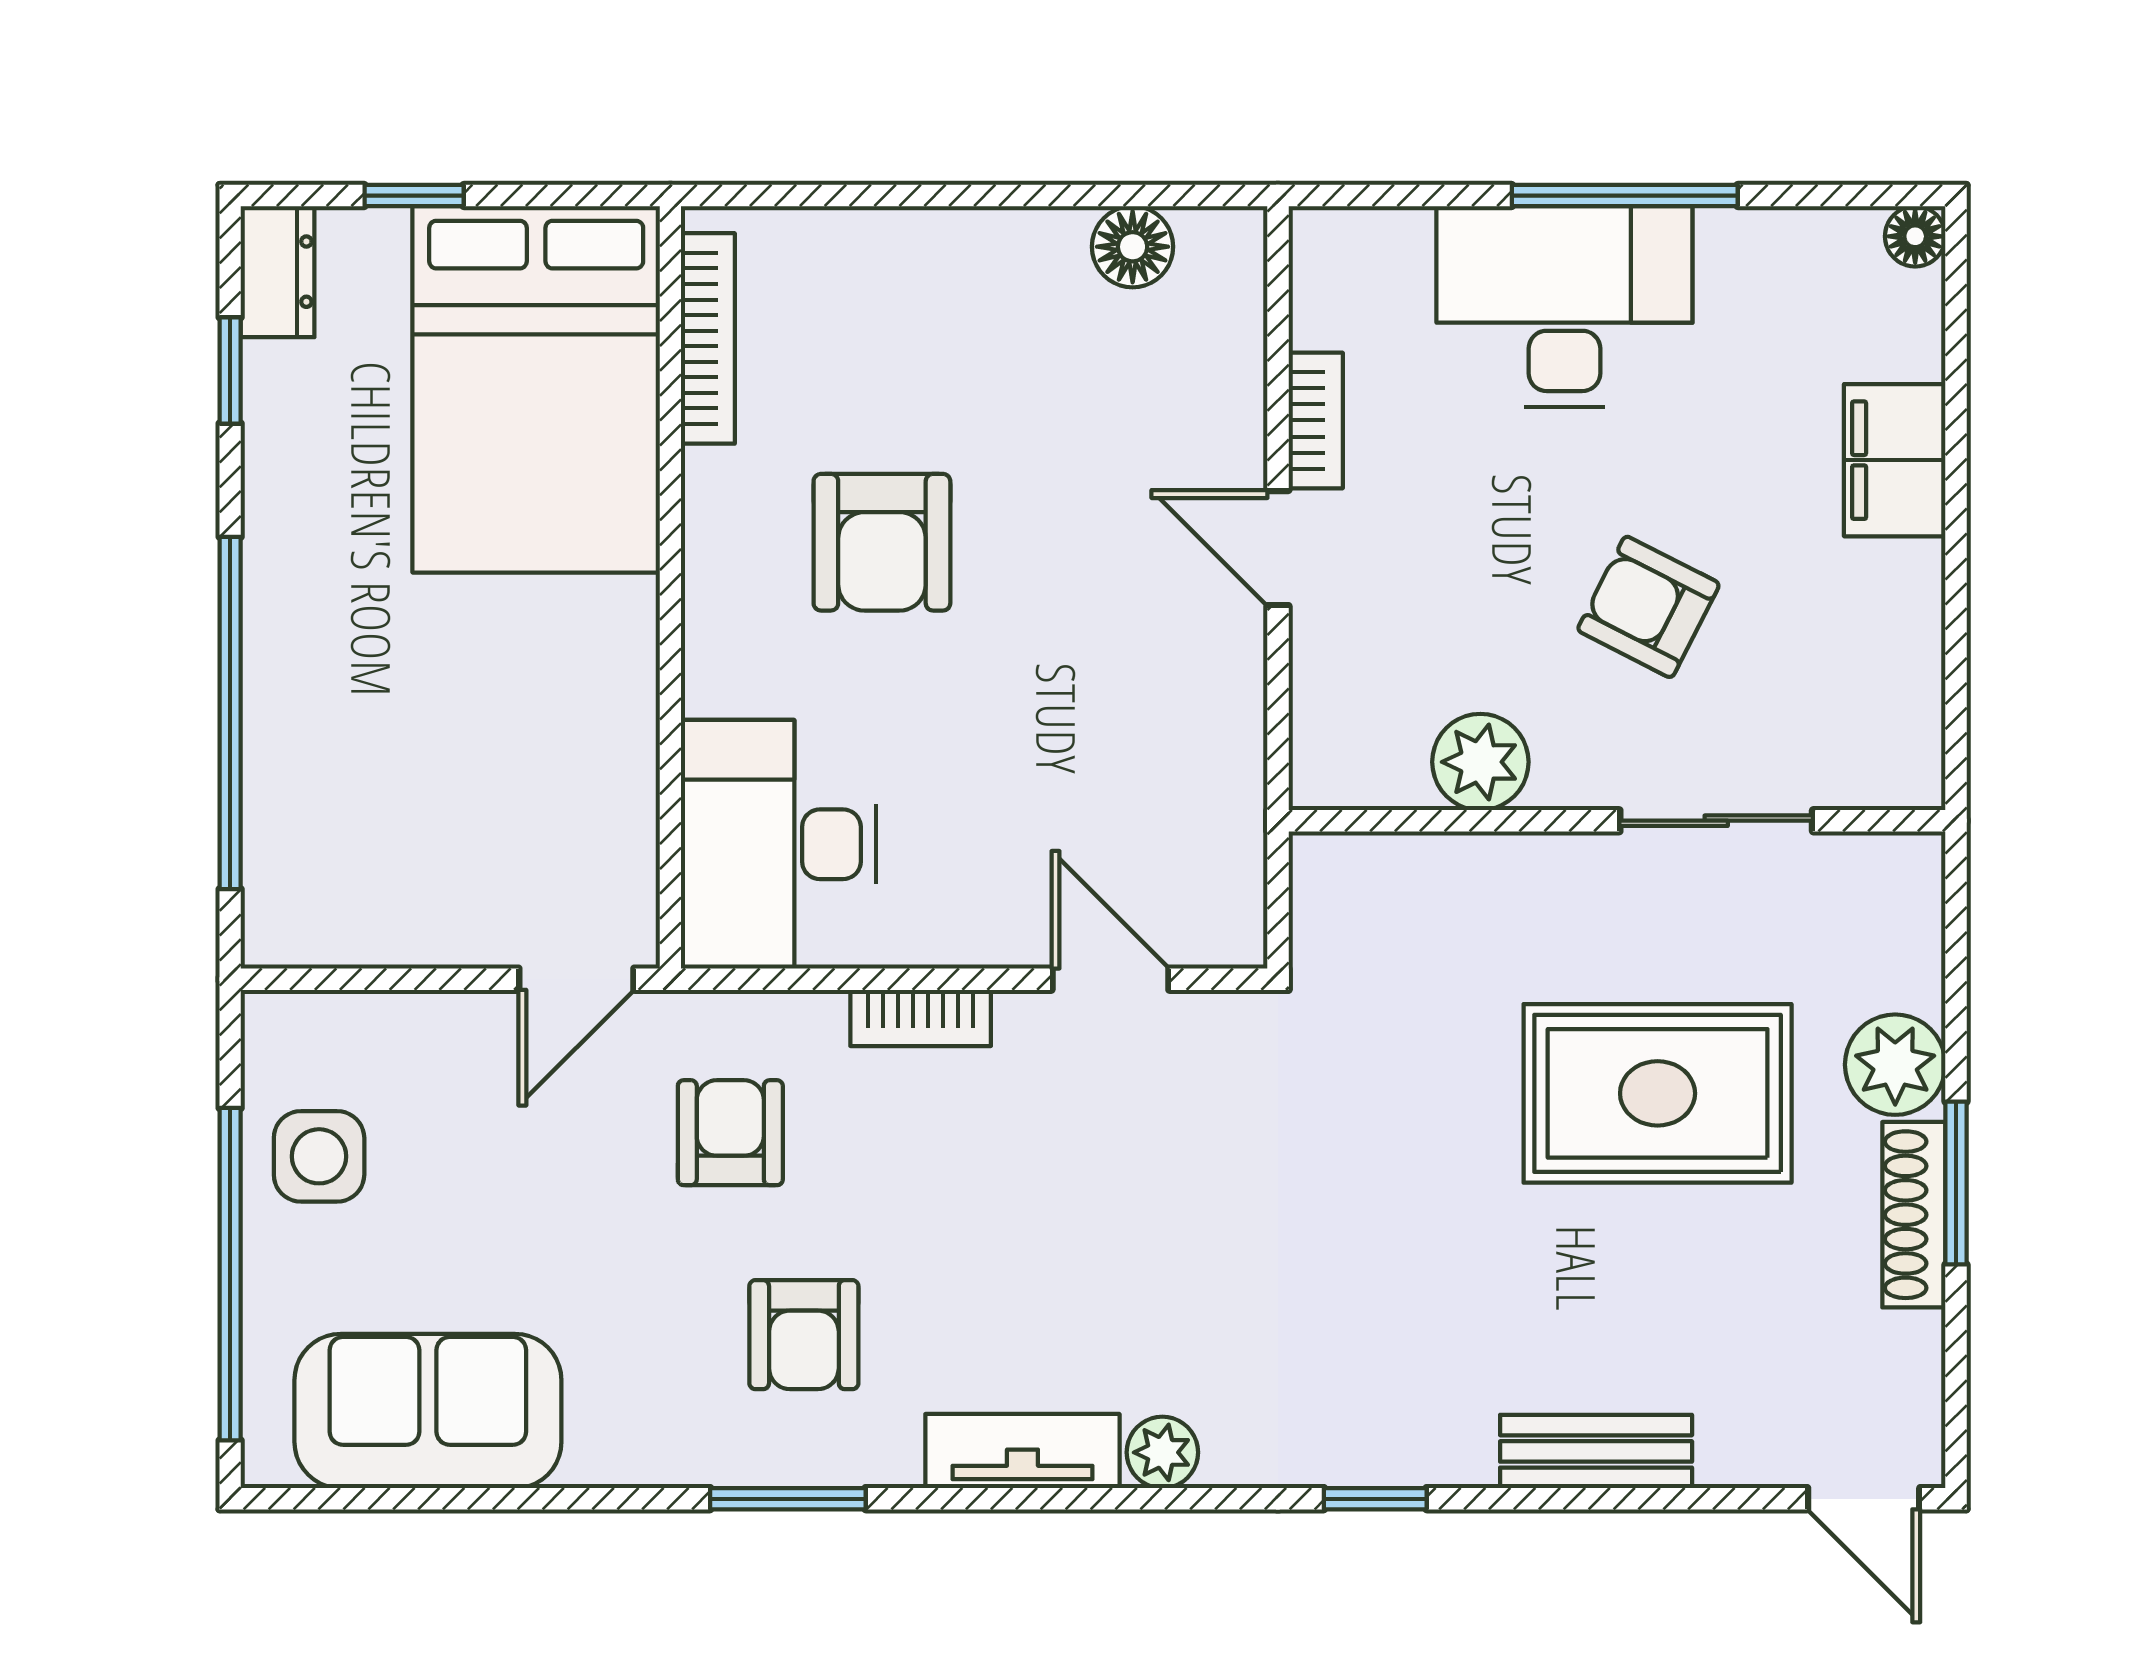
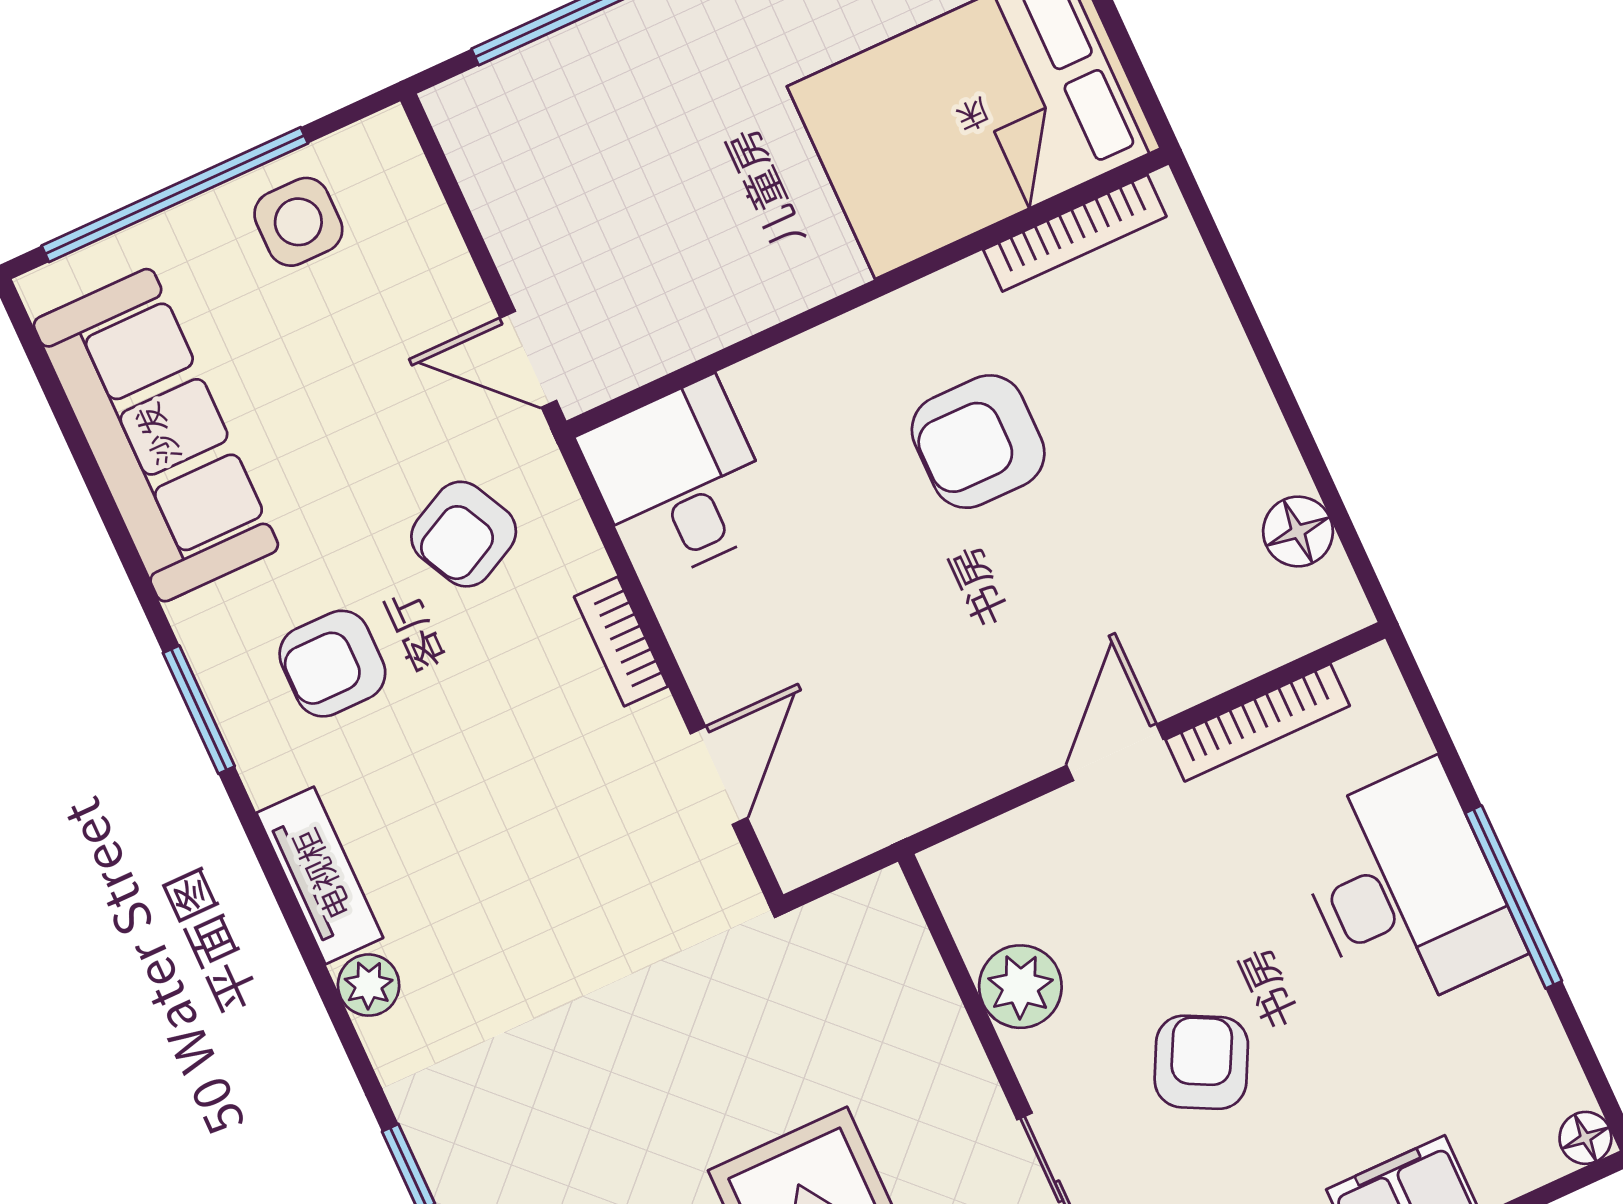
bookcase: (1316, 420) -> (1258, 723), width x1.56
desk: (779, 844) -> (679, 481), width x0.73
armchair: (730, 1133) -> (464, 534), turned 153
sofa: (428, 1411) -> (156, 435), width x1.36

